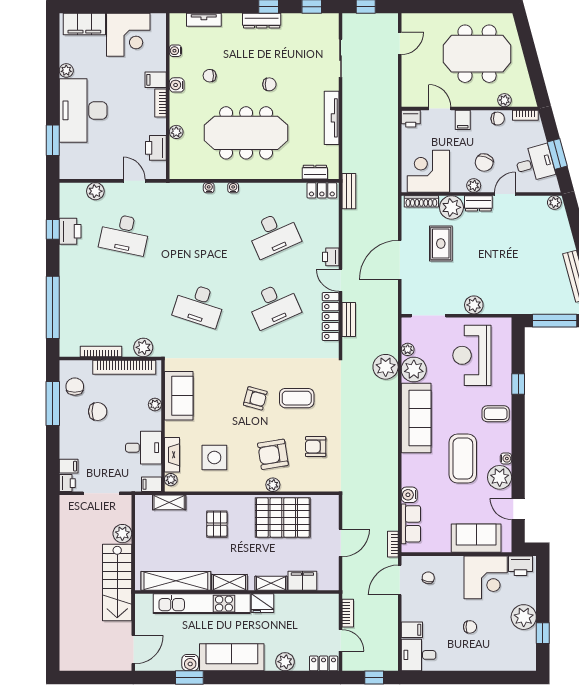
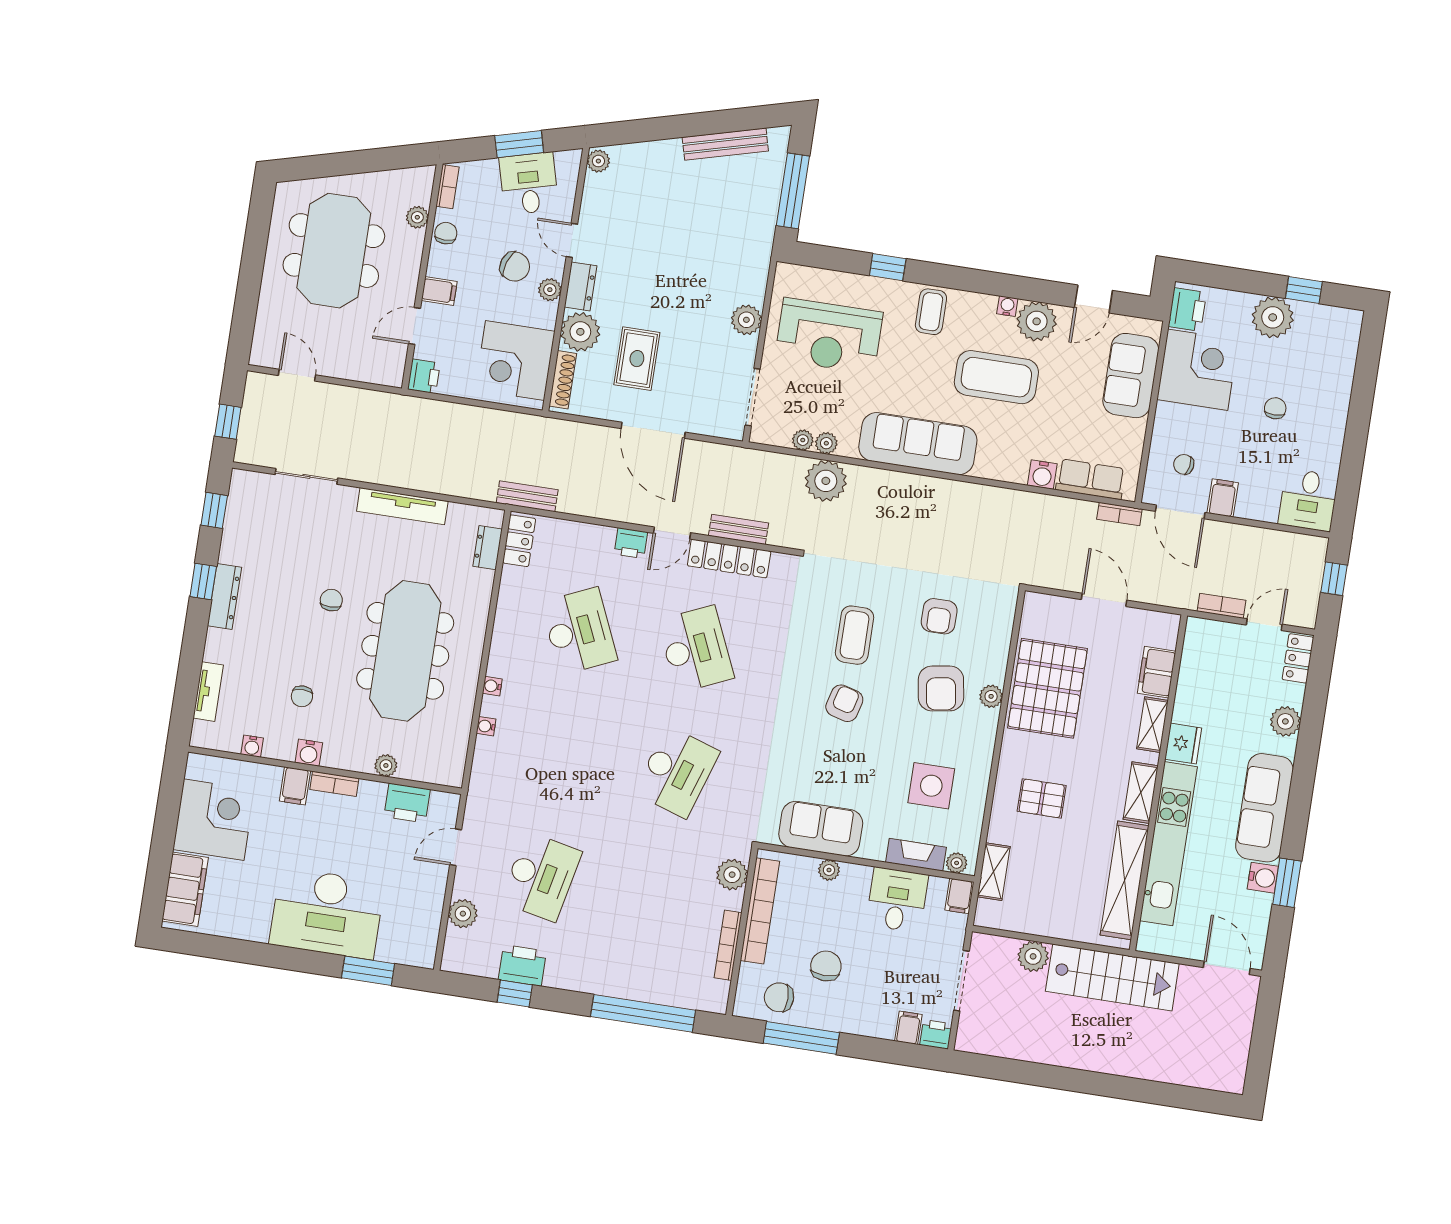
plant: (66, 70) -> (257, 931), removed
rug: (441, 244) -> (637, 359), turned 90
plant: (414, 369) -> (826, 443), width x0.53, depth x0.53
filing cabinet: (412, 630) -> (1223, 498), moved

